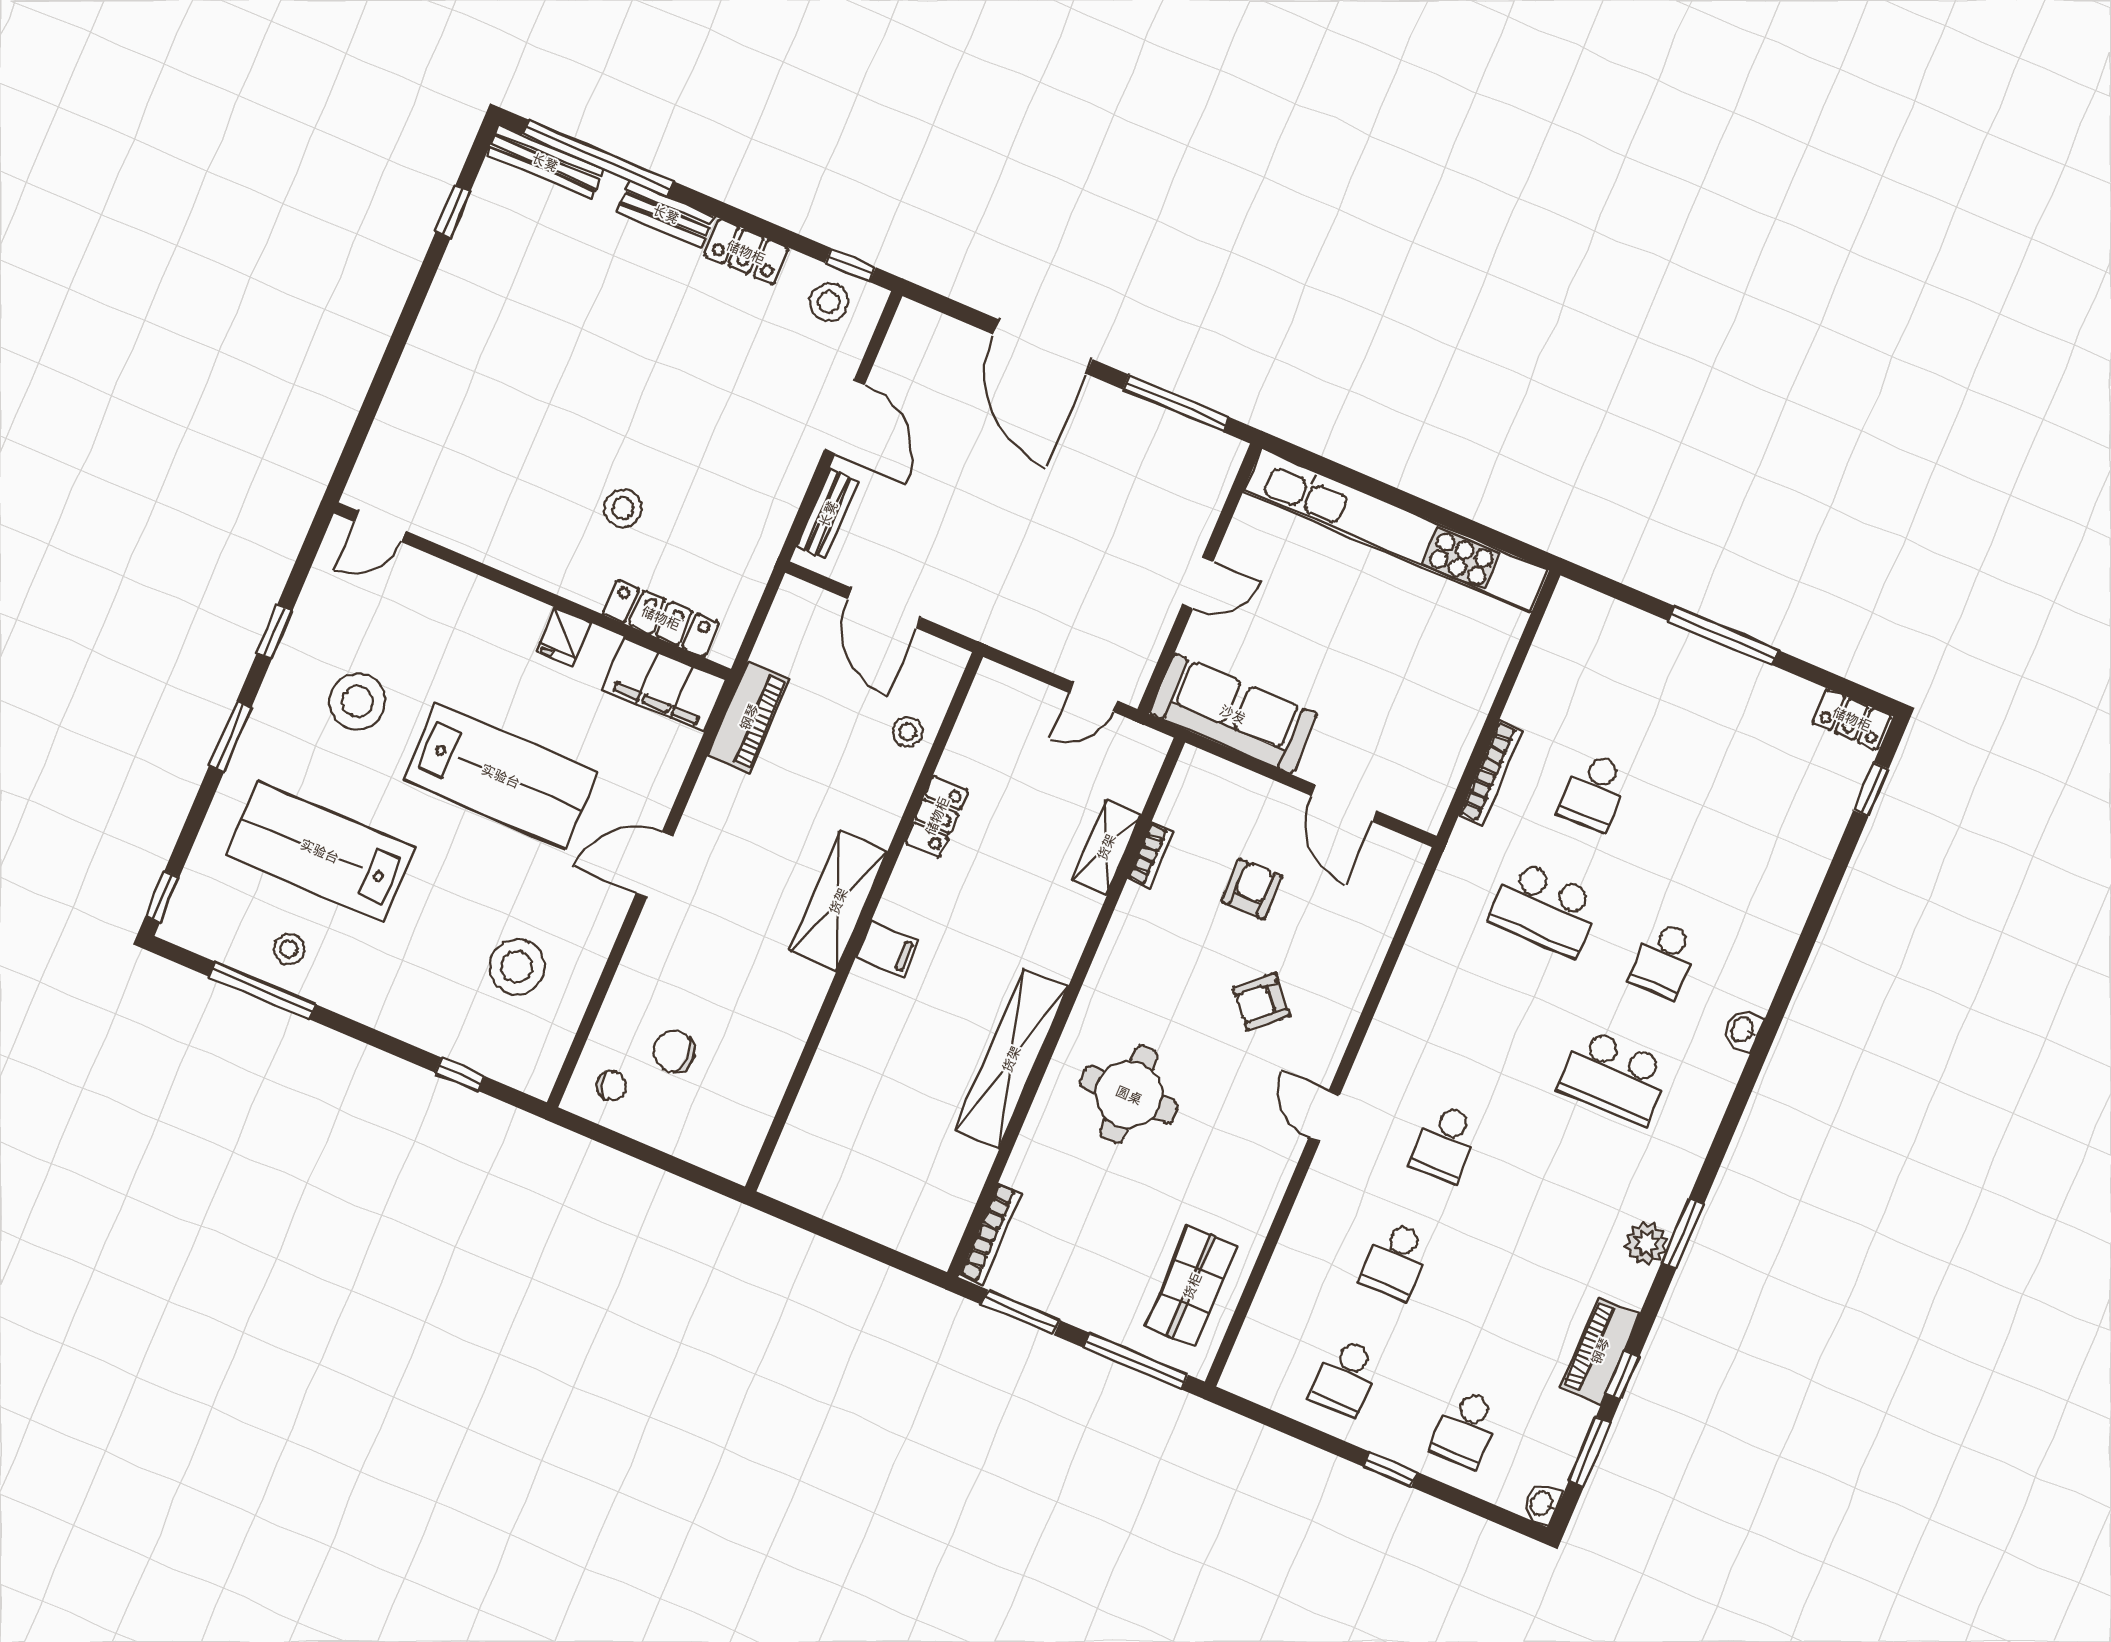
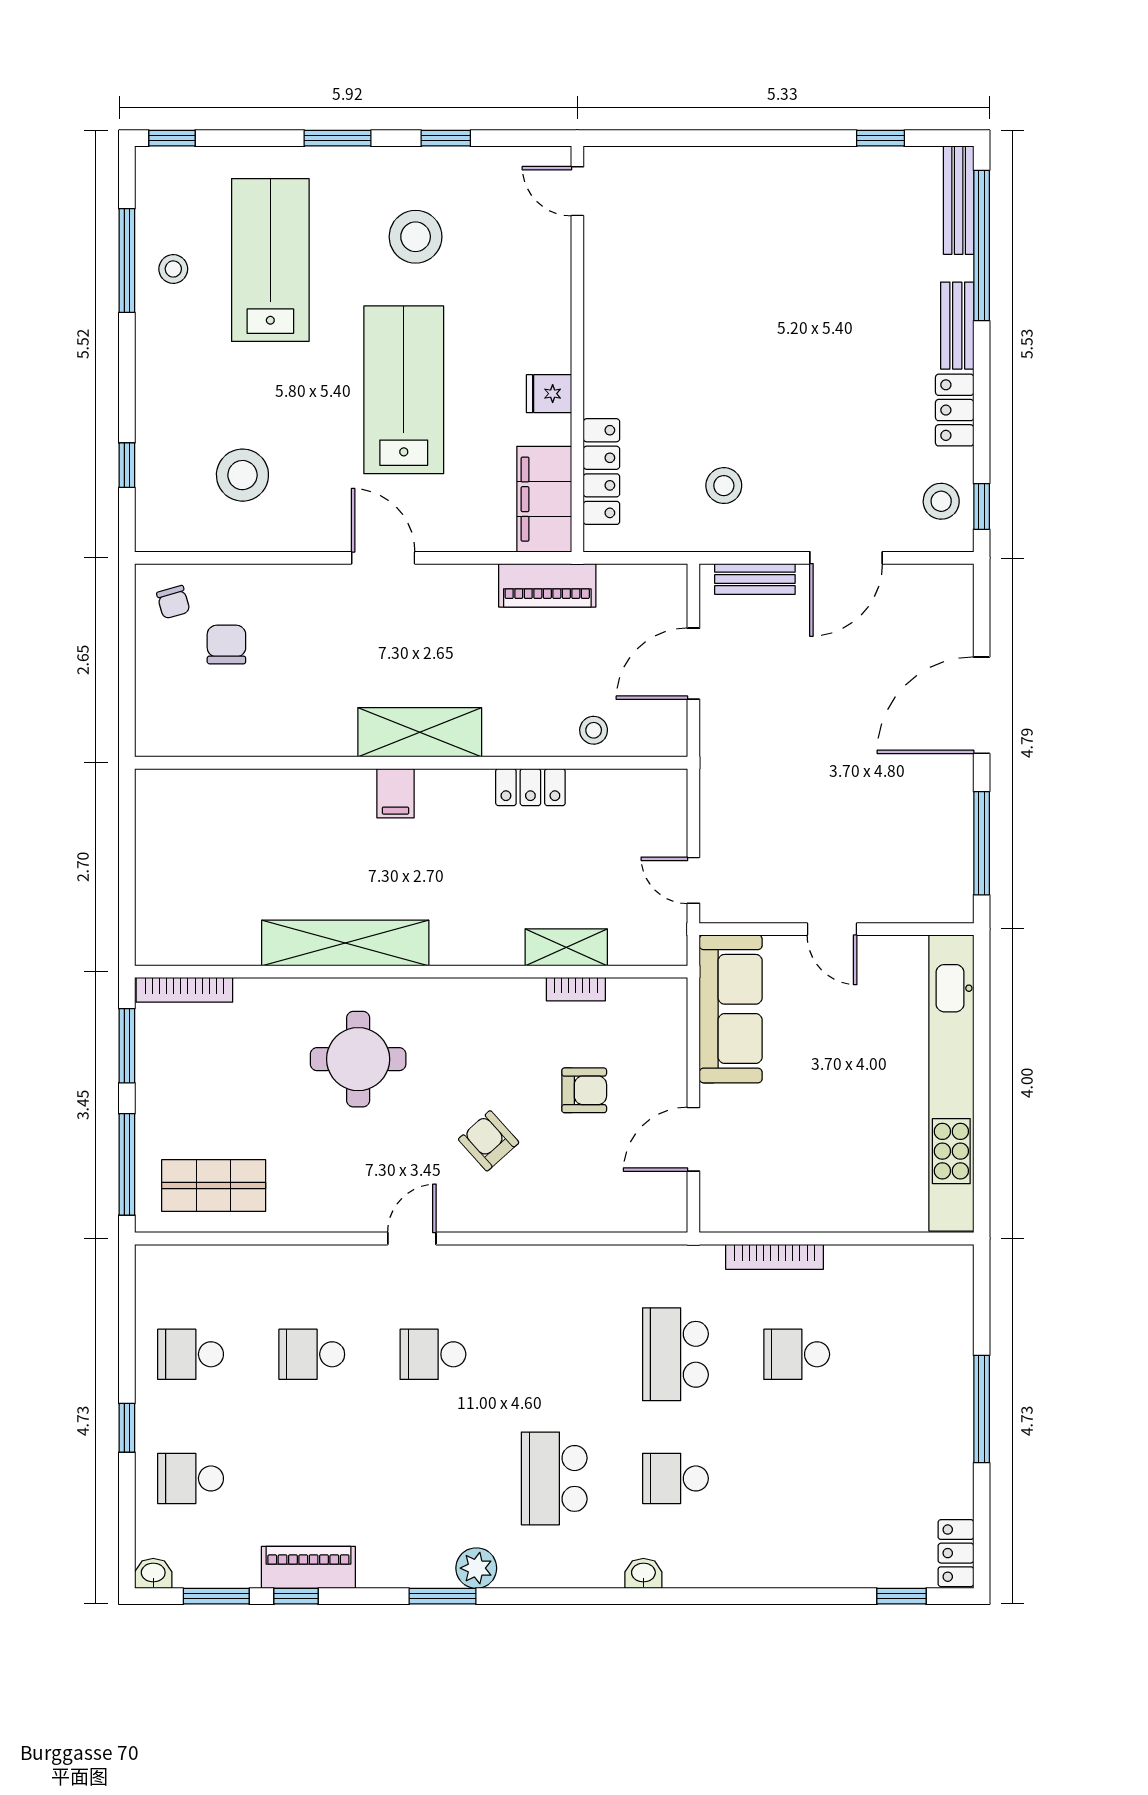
stool: (623, 508) -> (724, 486), moved
lab bench: (501, 776) -> (404, 390), turned 180
plant: (1646, 1243) -> (476, 1568), moved

